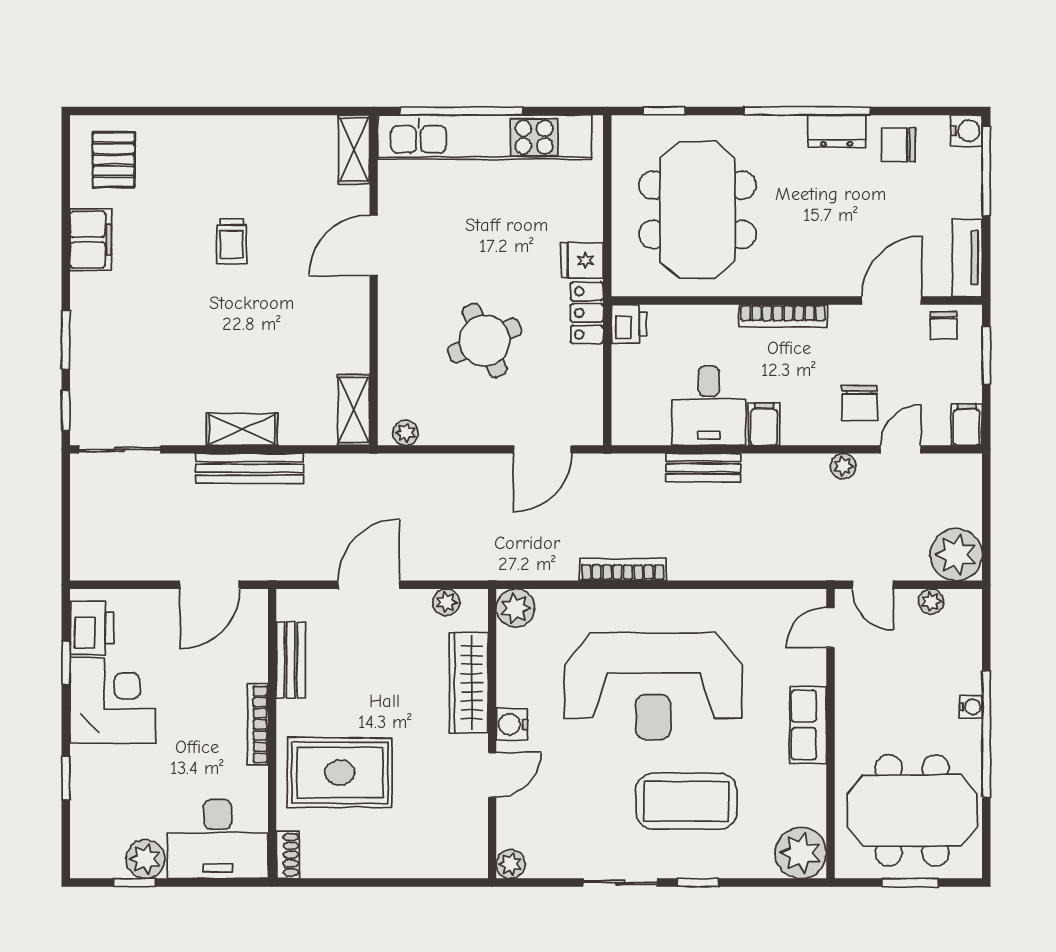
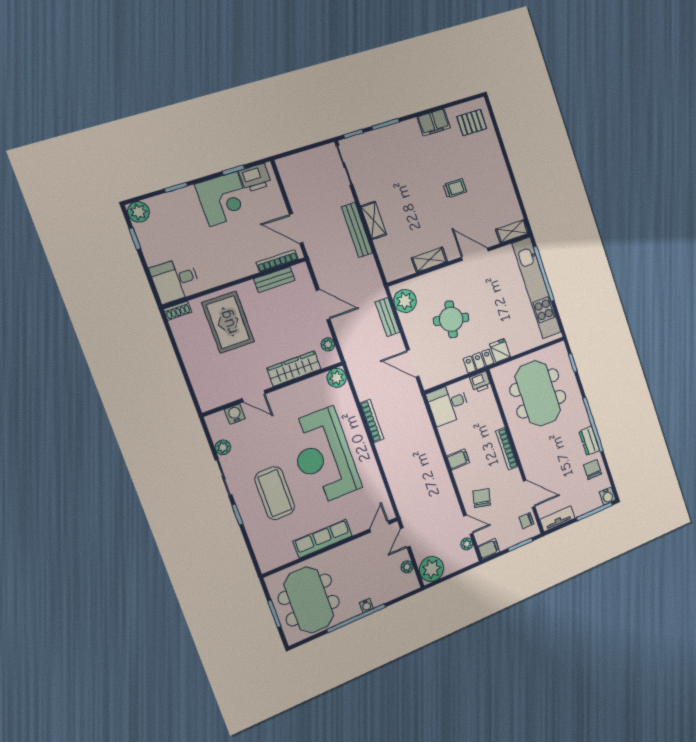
meeting table: (697, 210) -> (538, 393), turned 90
trolley: (232, 241) -> (455, 188), turned 180
round table: (485, 341) -> (451, 319), turned 36
chair: (859, 403) -> (482, 498), turned 104
desk: (709, 406) -> (448, 404), moved
shelving: (354, 410) -> (430, 260), moved
plant: (405, 433) -> (405, 301), width x1.87, depth x1.87
plant: (843, 466) -> (467, 544), moved
bench: (703, 468) -> (387, 317), moved
door: (831, 627) -> (379, 527), hinge flipped
bookcase: (258, 724) -> (277, 261), moved
water cooler: (512, 724) -> (235, 414), moved
row of seats: (808, 725) -> (323, 539), width x1.48
desk: (218, 839) -> (175, 280), width x0.73
plant: (801, 853) -> (270, 557), removed
plant: (145, 859) -> (139, 212), moved
plant: (511, 864) -> (223, 447), moved

